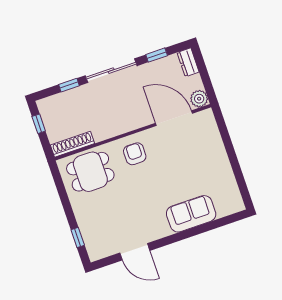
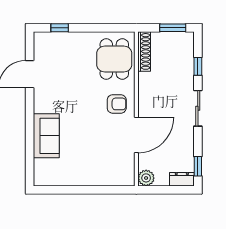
window: (157, 55) -> (198, 166), moved
sliding door: (111, 71) -> (198, 108), width x0.73
door: (174, 118) -> (136, 135), moved
window: (39, 124) -> (173, 28), width x1.50

